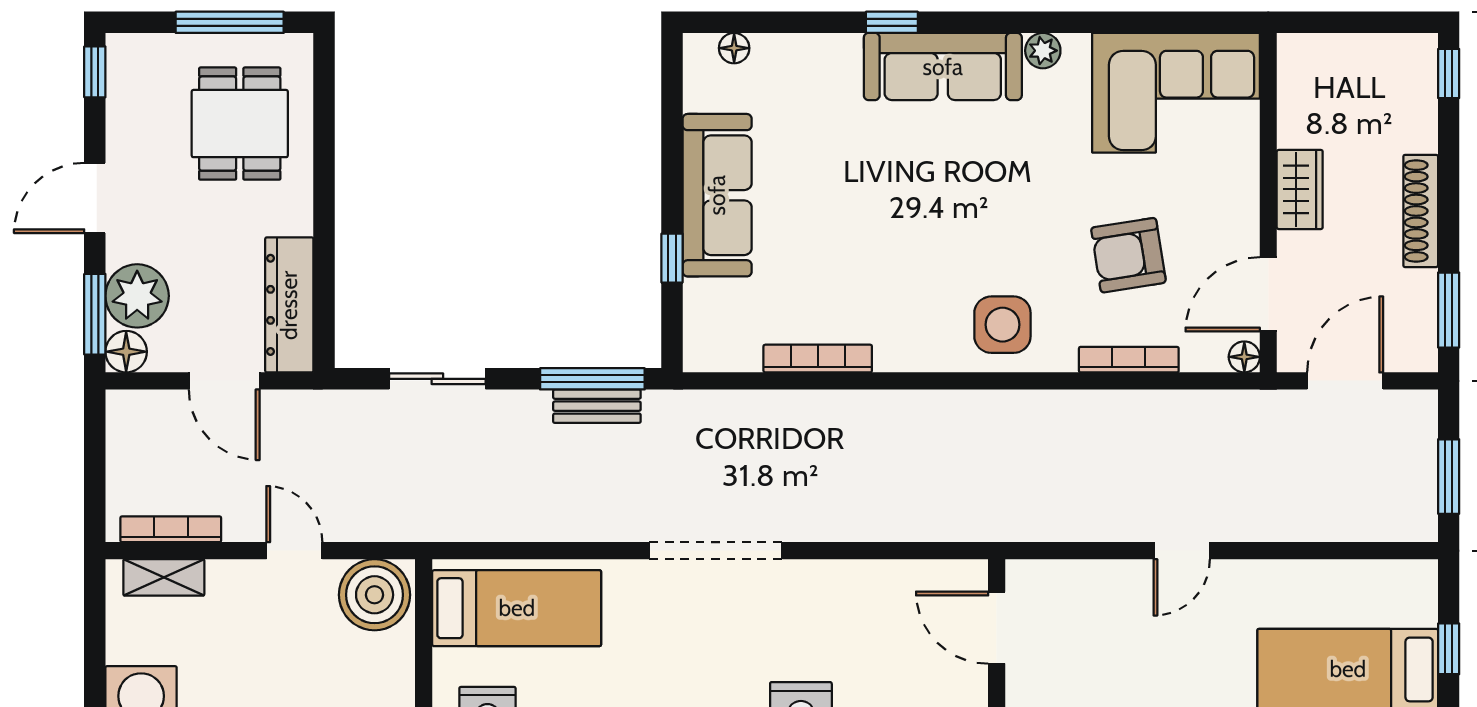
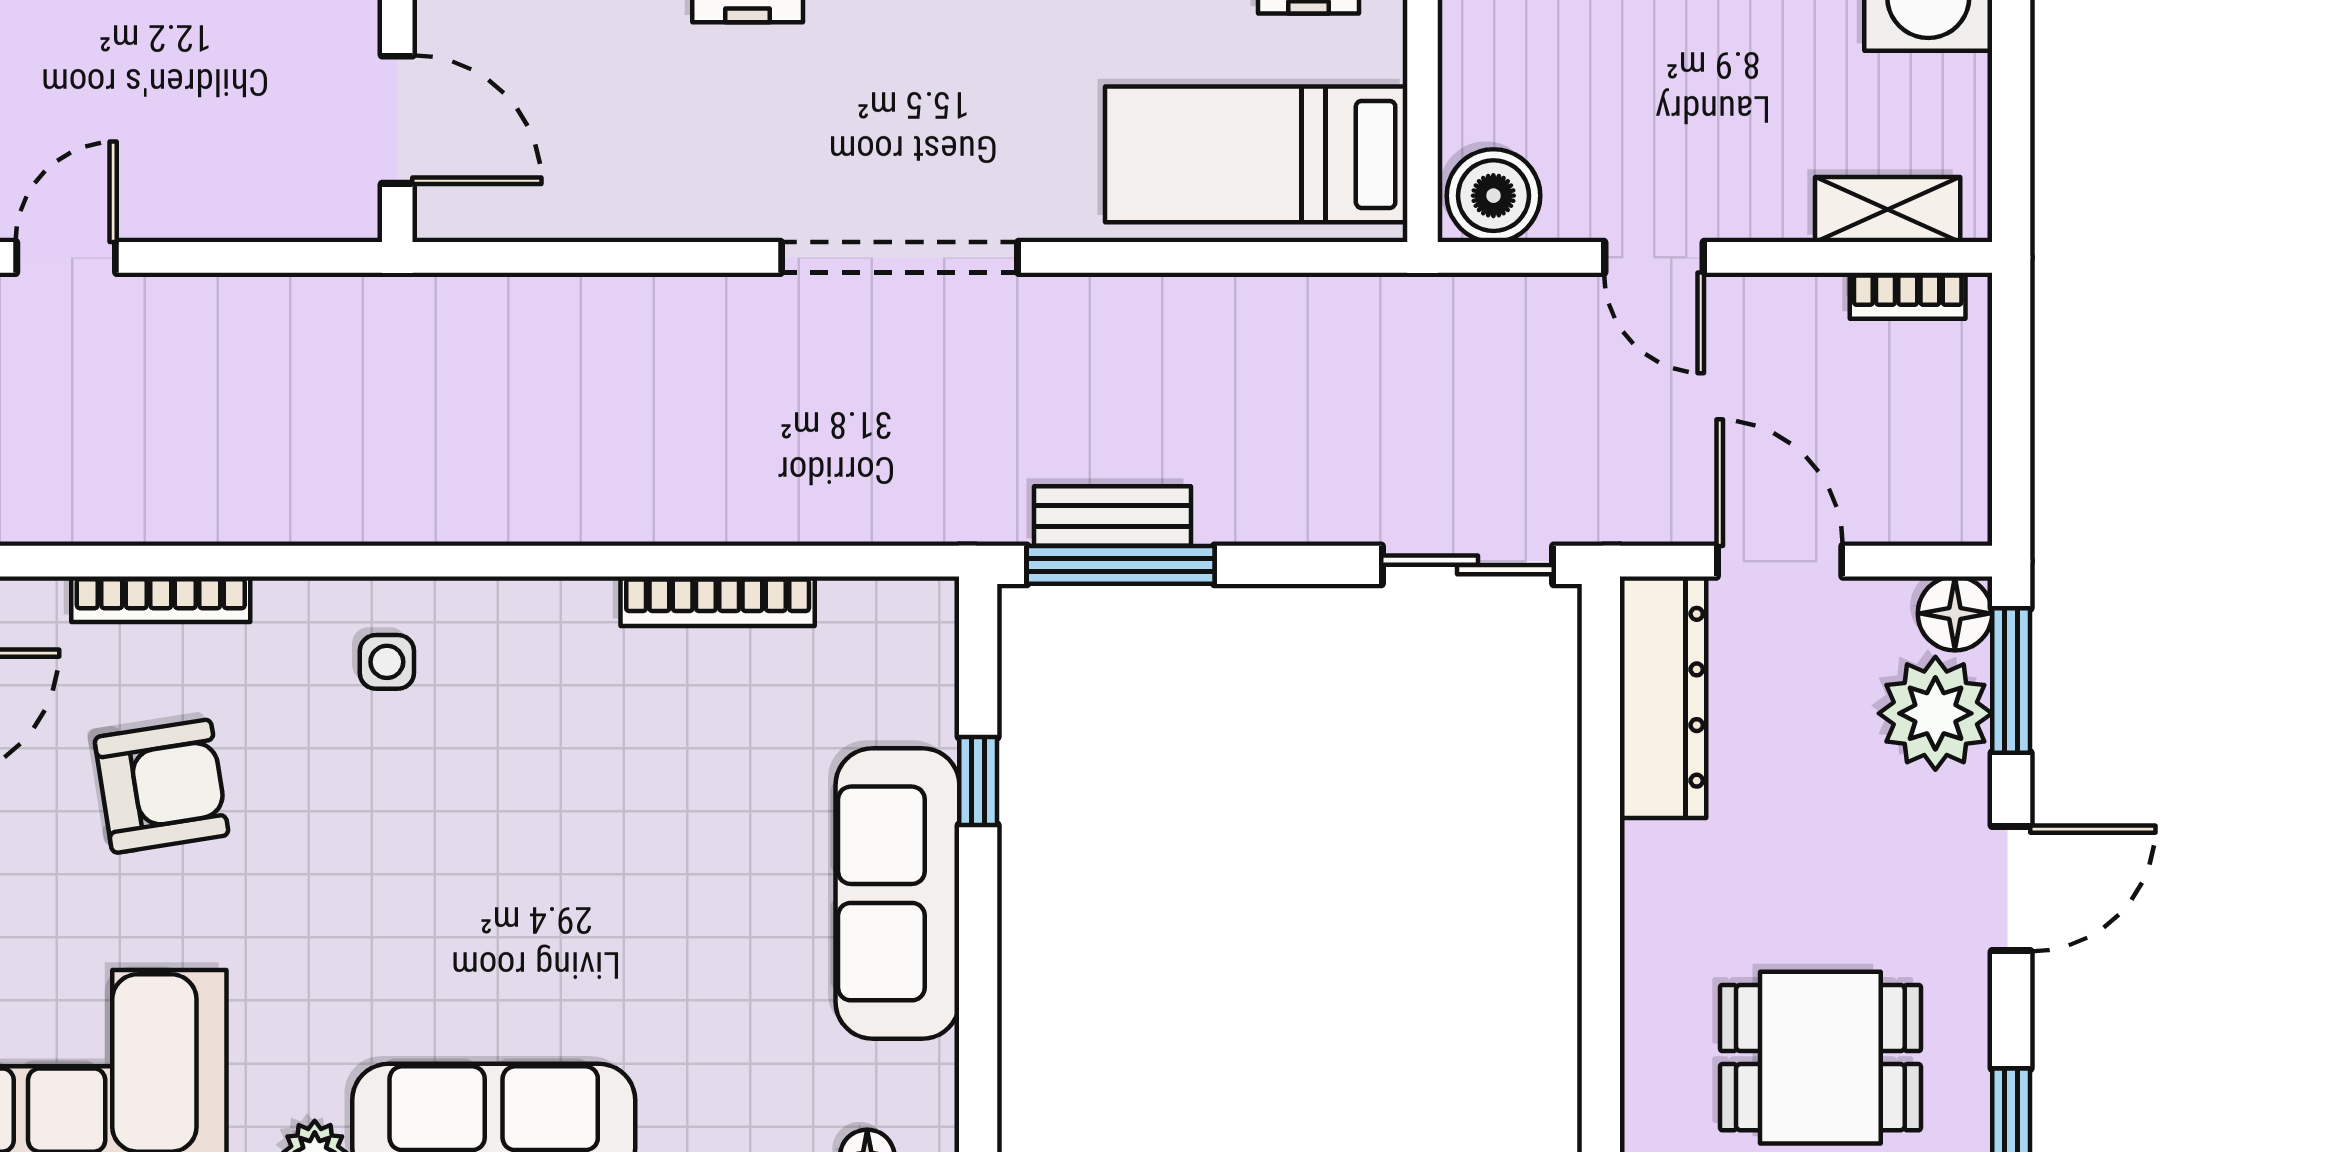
dining table: (240, 124) -> (1820, 1058), moved, turned 90
side table: (1002, 325) -> (387, 662), width x0.54, depth x0.54
sliding door: (437, 379) -> (1468, 565), moved
bookcase: (171, 529) -> (1908, 296), width x0.64
boiler: (375, 595) -> (1493, 196), width x0.73, depth x0.73

